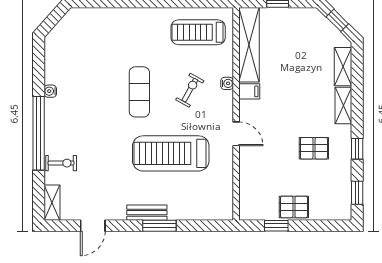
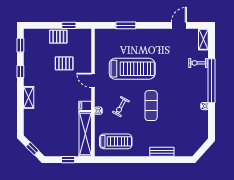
shelving: (343, 67) -> (29, 121), removed
pallet: (314, 148) -> (64, 63), moved
bench: (147, 213) -> (162, 152), moved
window: (159, 226) -> (126, 25), moved

